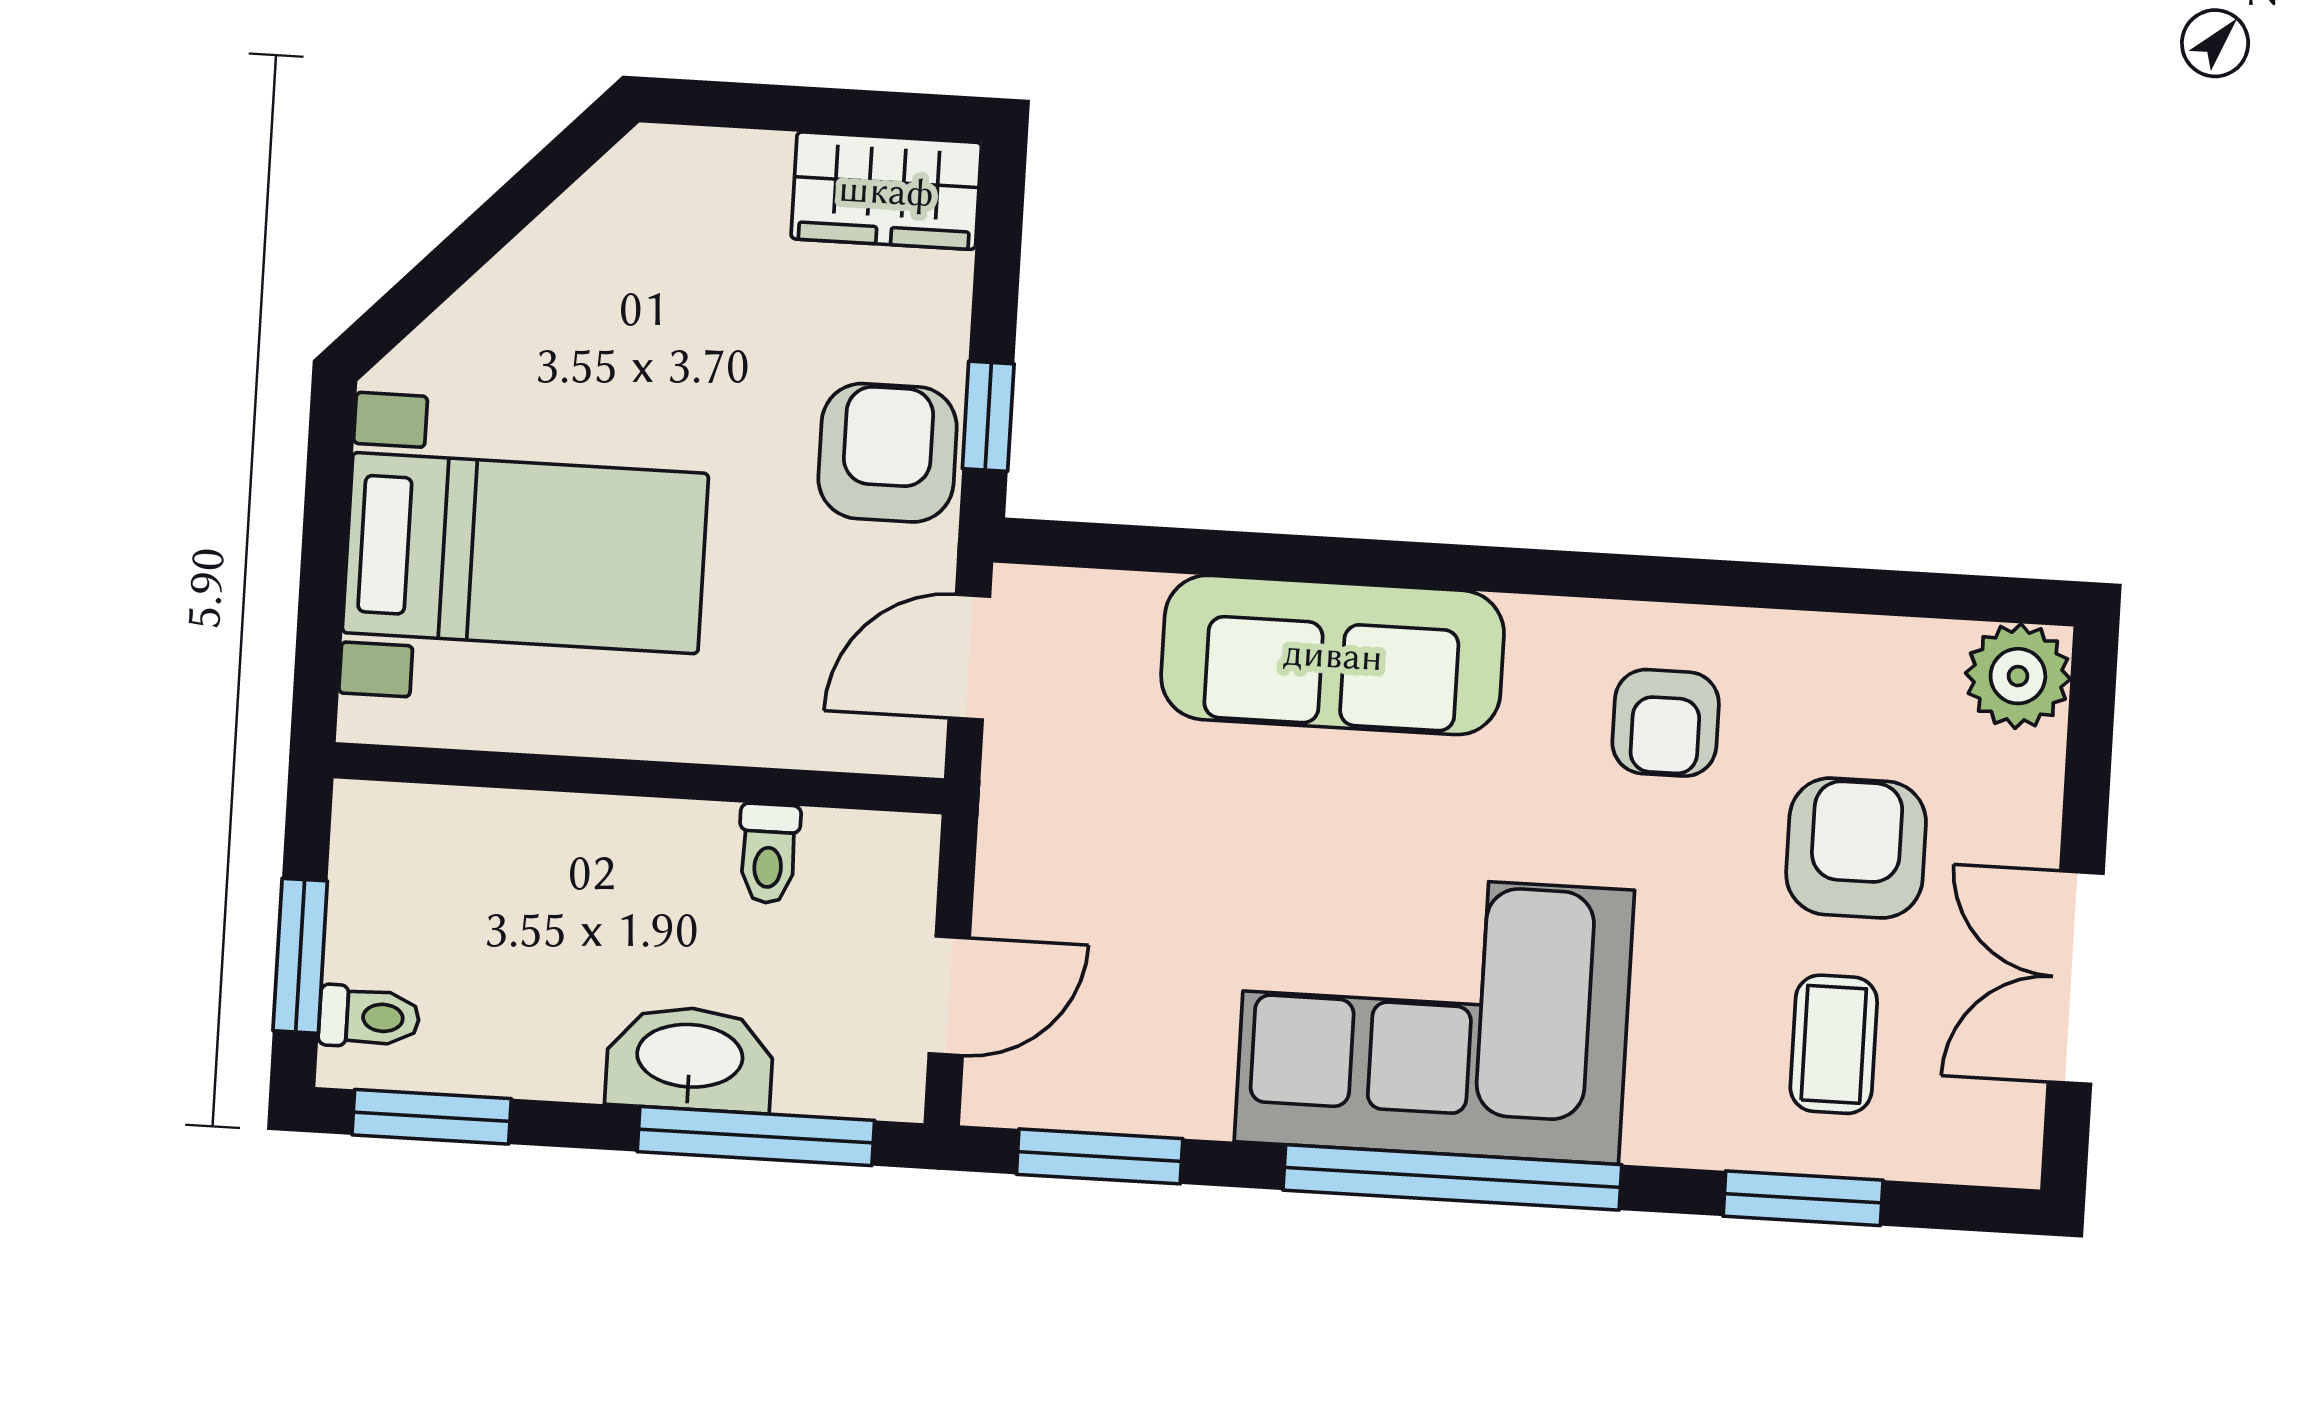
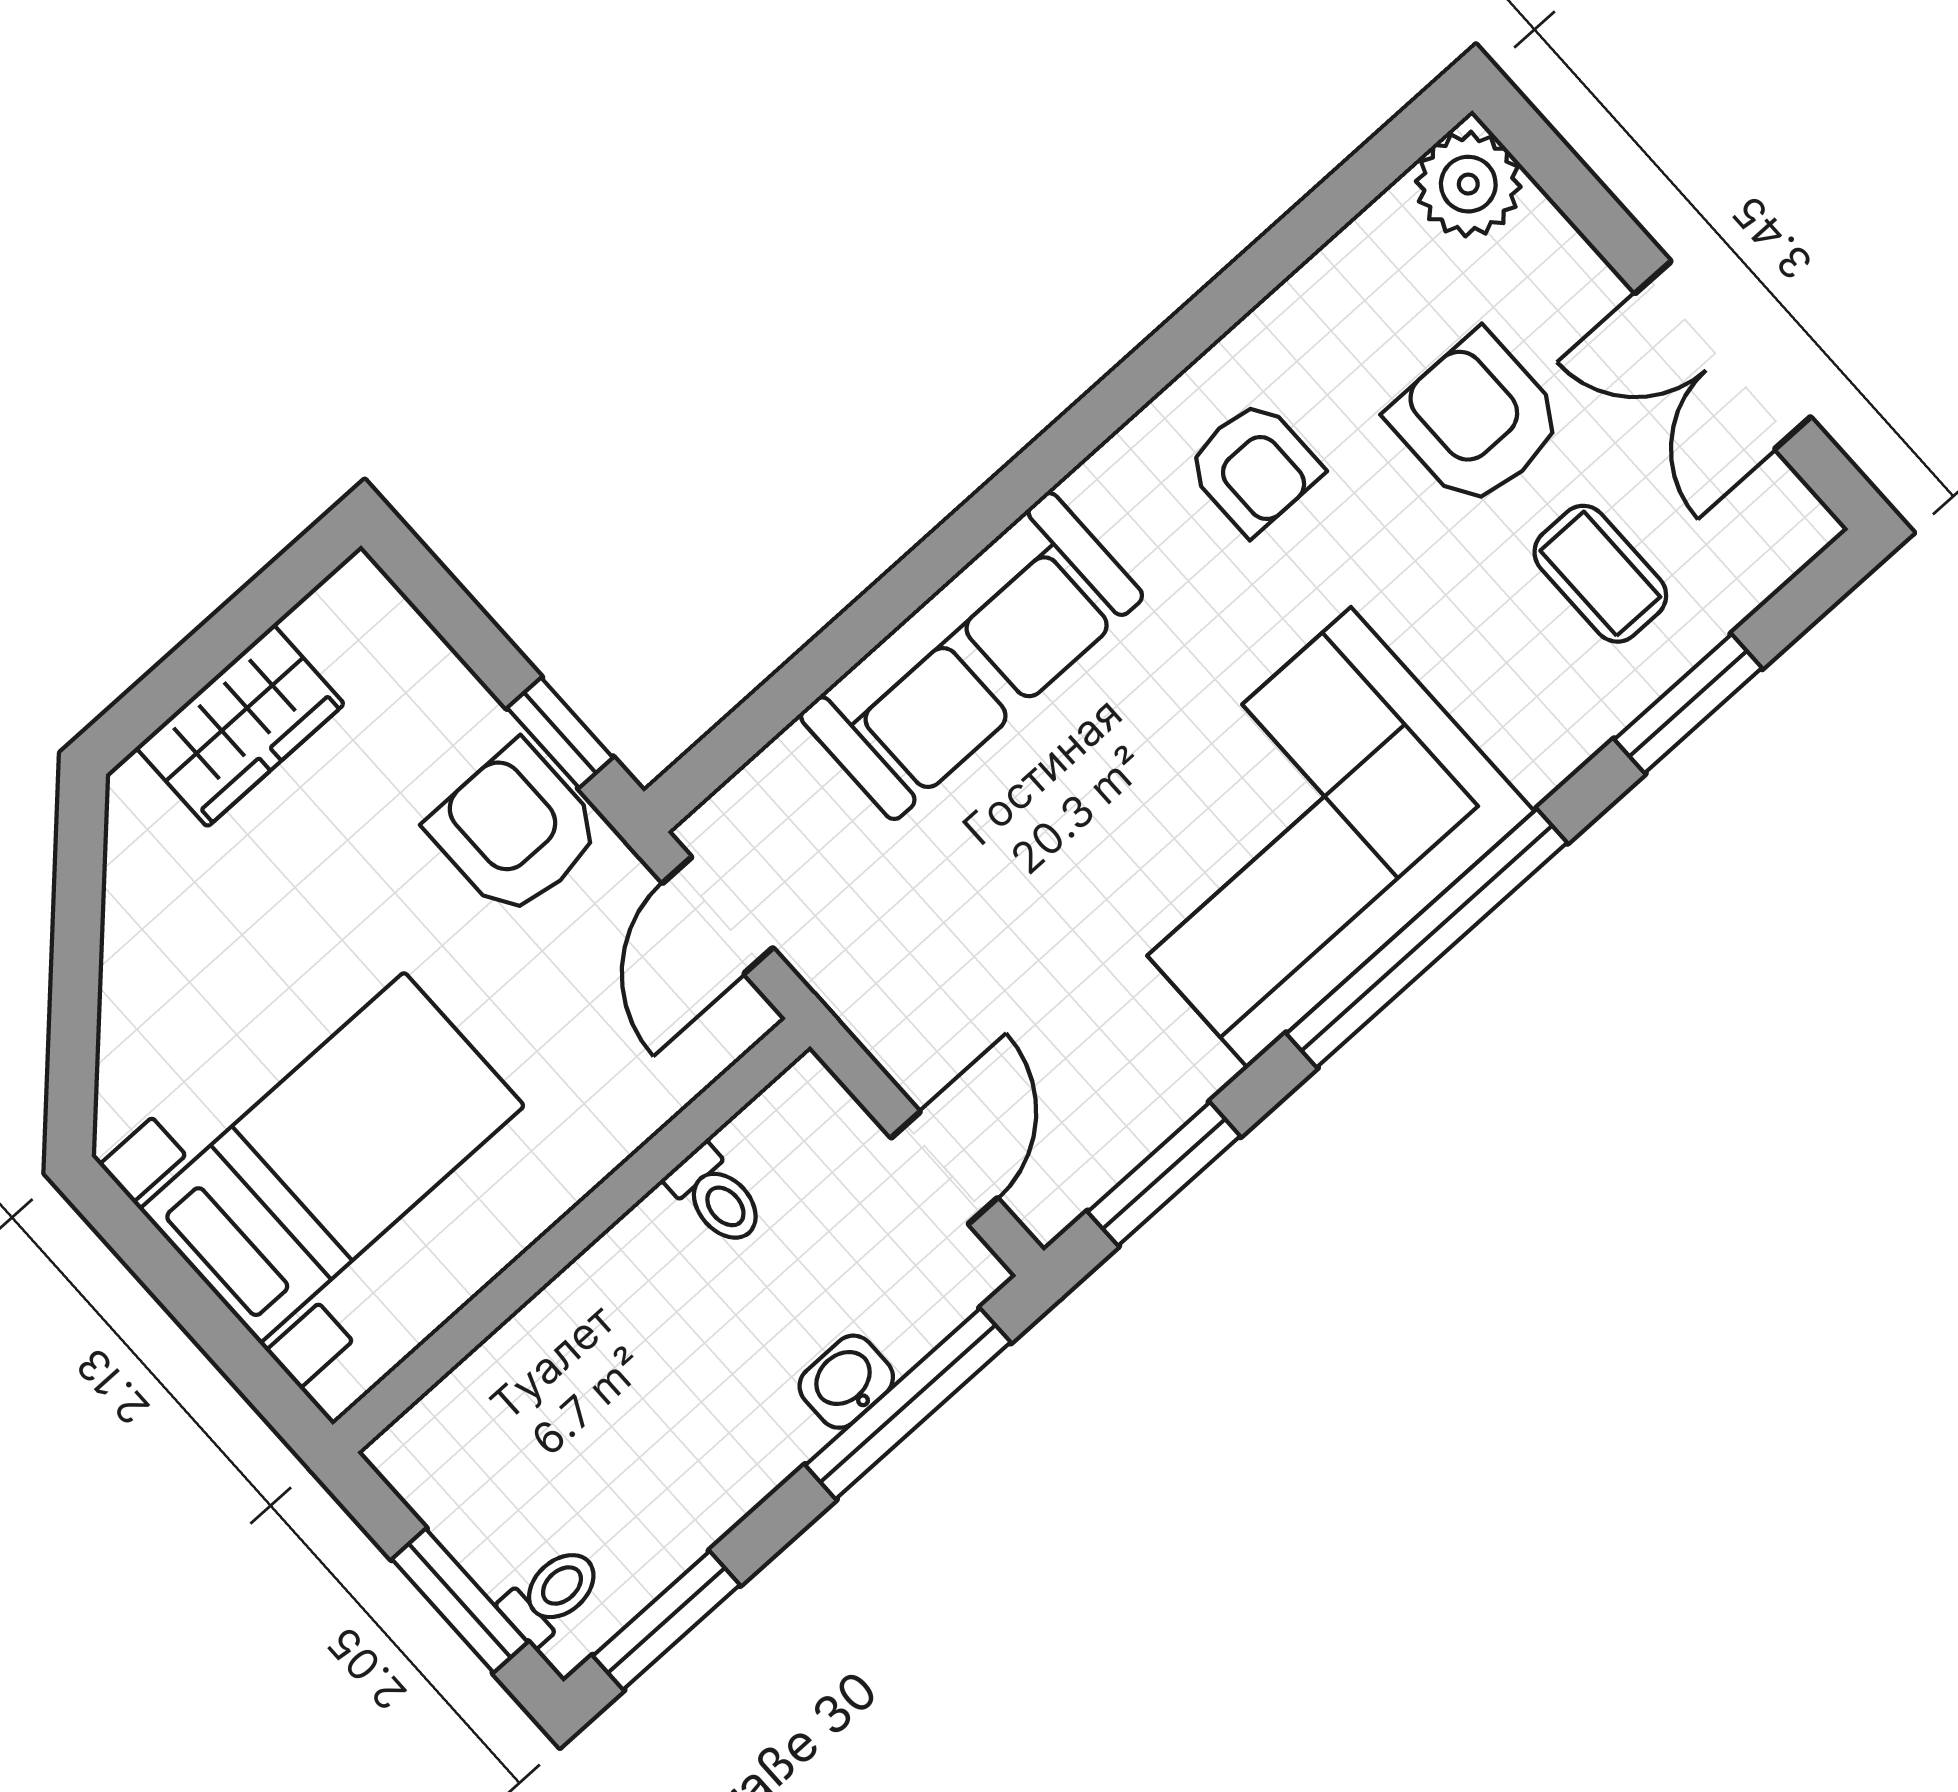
wardrobe: (886, 191) -> (240, 726), moved
washbasin: (690, 1059) -> (846, 1382), width x0.52, depth x0.69

